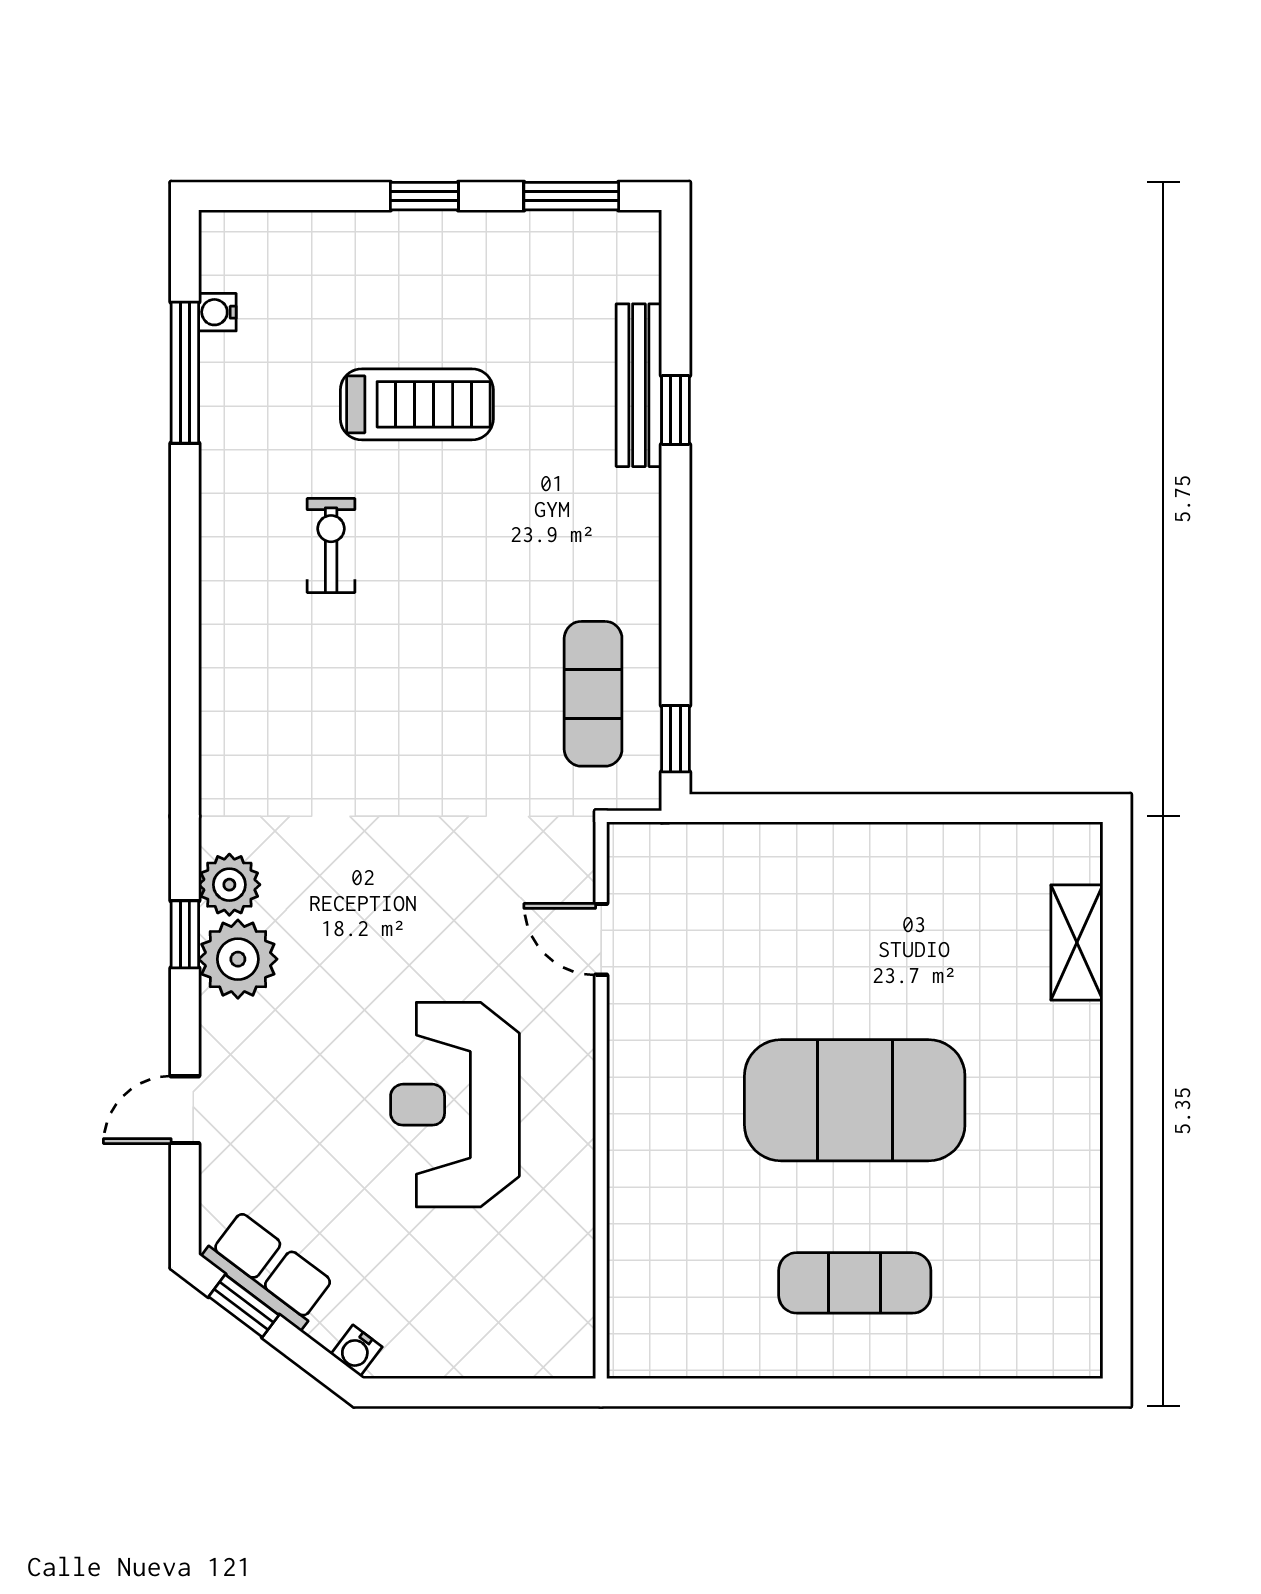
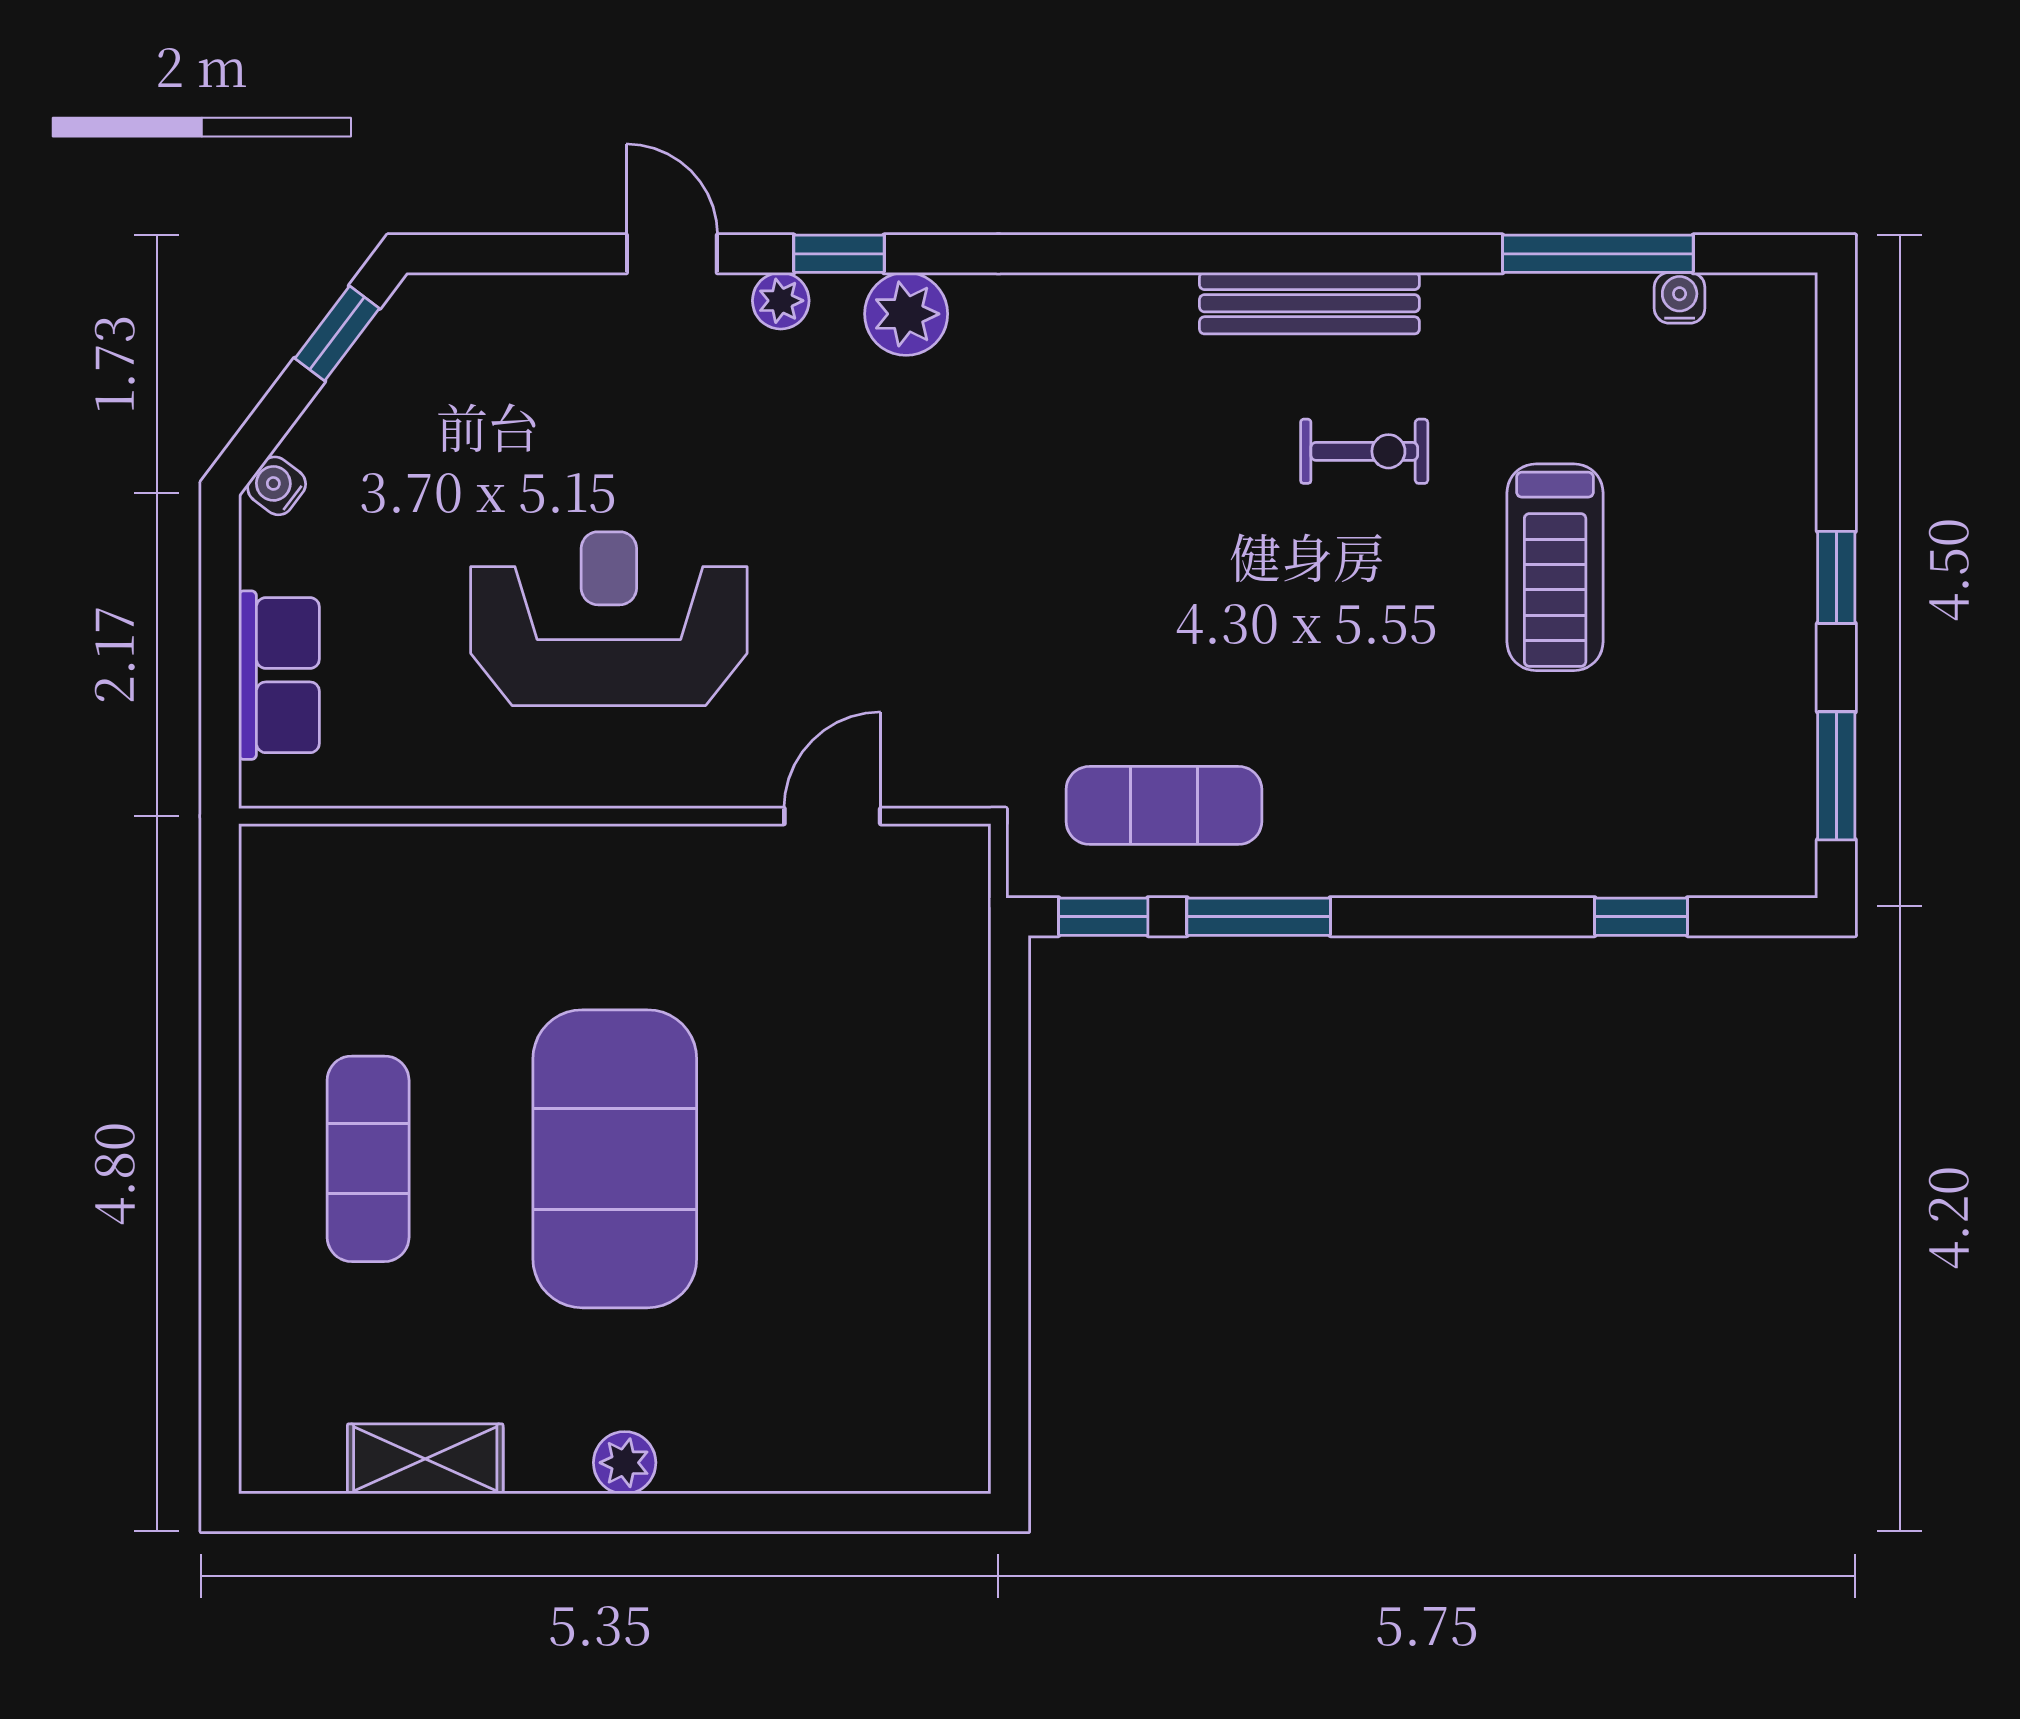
bench: (639, 385) -> (1309, 303), moved
window: (676, 410) -> (1641, 917), moved
window: (676, 624) -> (1259, 917), added
shelving: (1077, 942) -> (425, 1459), moved
plant: (238, 959) -> (781, 301), width x0.53, depth x0.53
plant: (1080, 1093) -> (625, 1463), added
door: (185, 1110) -> (672, 254), moved
row of seats: (269, 1270) -> (279, 675), moved, turned -37

